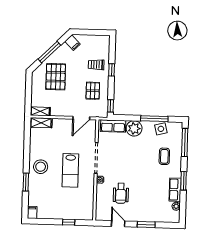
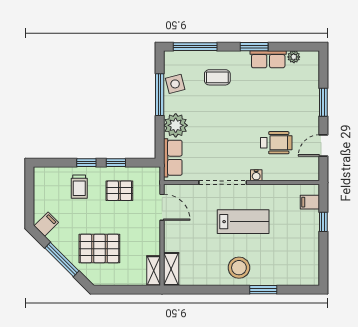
window: (111, 106) -> (116, 163), moved
filing cabinet: (32, 212) -> (310, 202), moved

